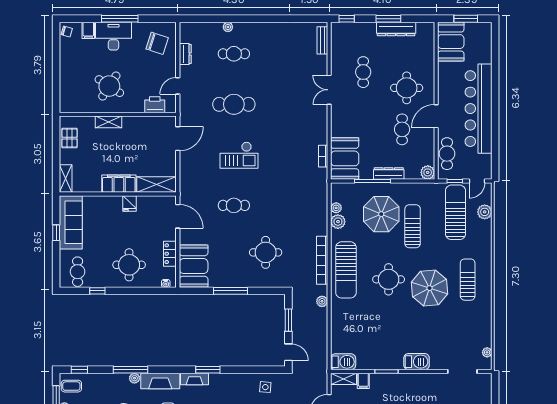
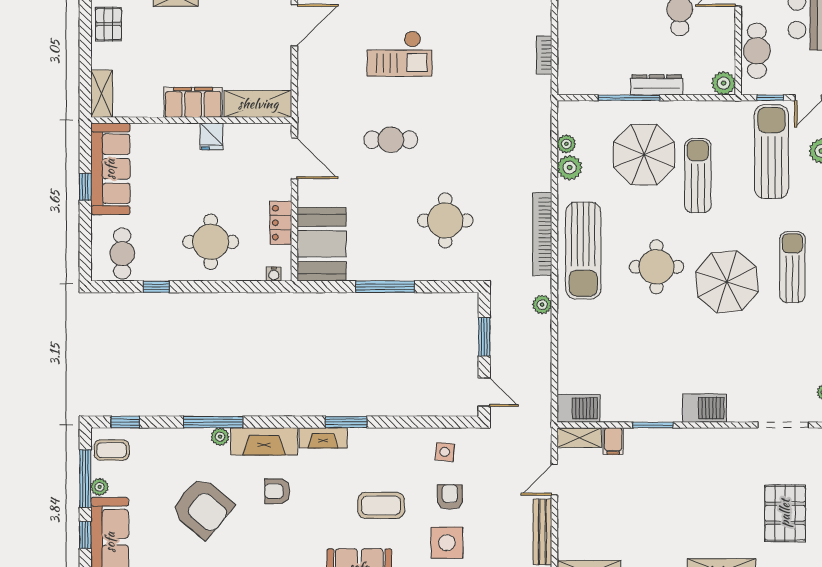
booth: (345, 158) -> (581, 59), removed

